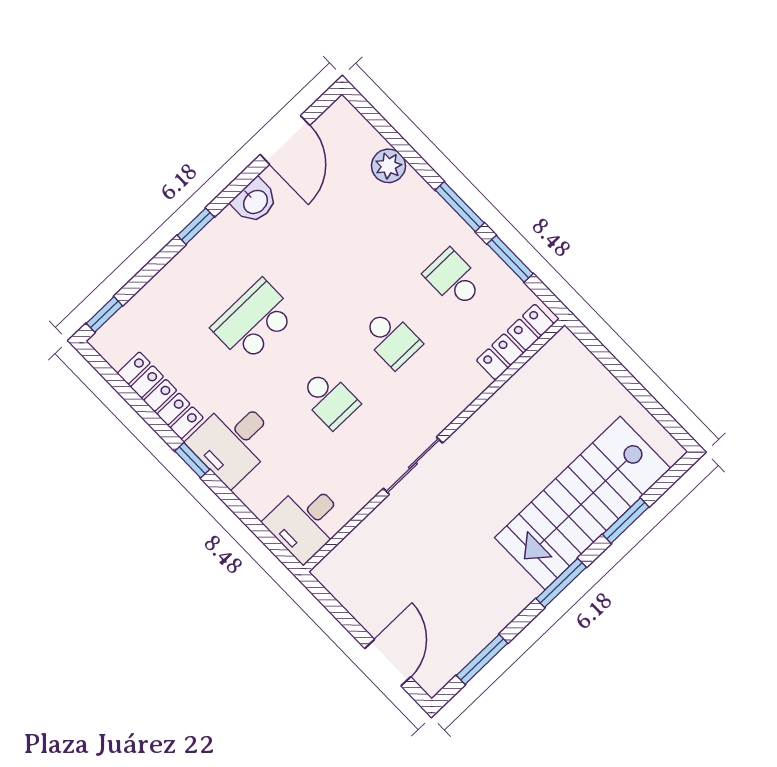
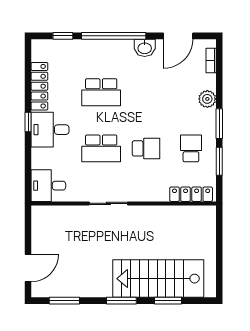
bookcase: (364, 130) -> (211, 60), added
plant: (388, 166) -> (207, 99), moved
window: (196, 226) -> (114, 36), width x3.17
window: (104, 314) -> (63, 36), moved
school desk: (254, 321) -> (101, 92), turned 180
school desk: (391, 339) -> (146, 148), turned -90
school desk: (329, 399) -> (101, 148), width x1.85

